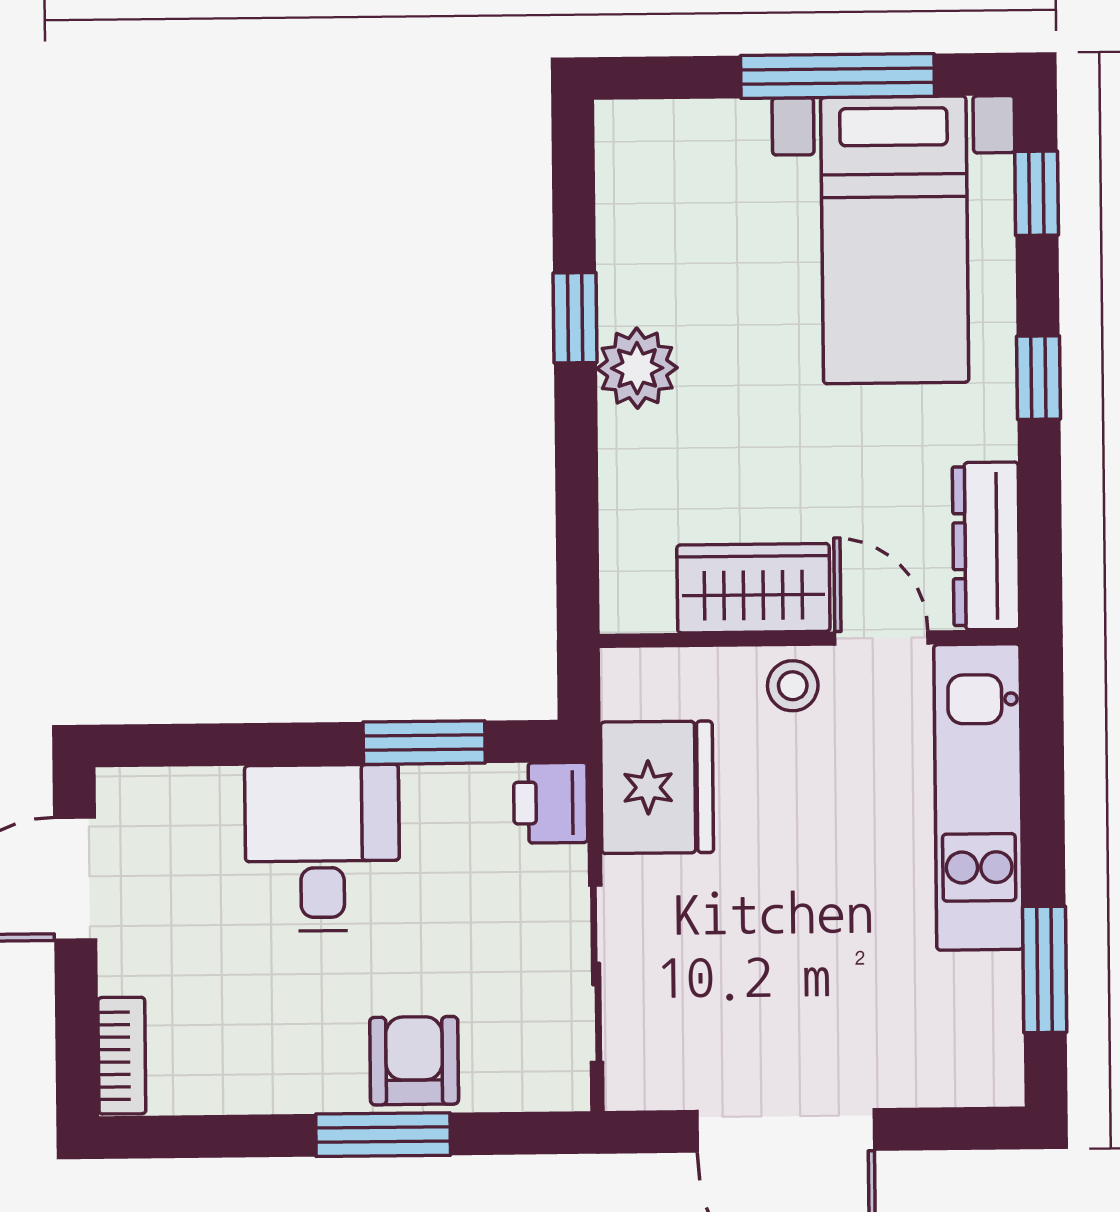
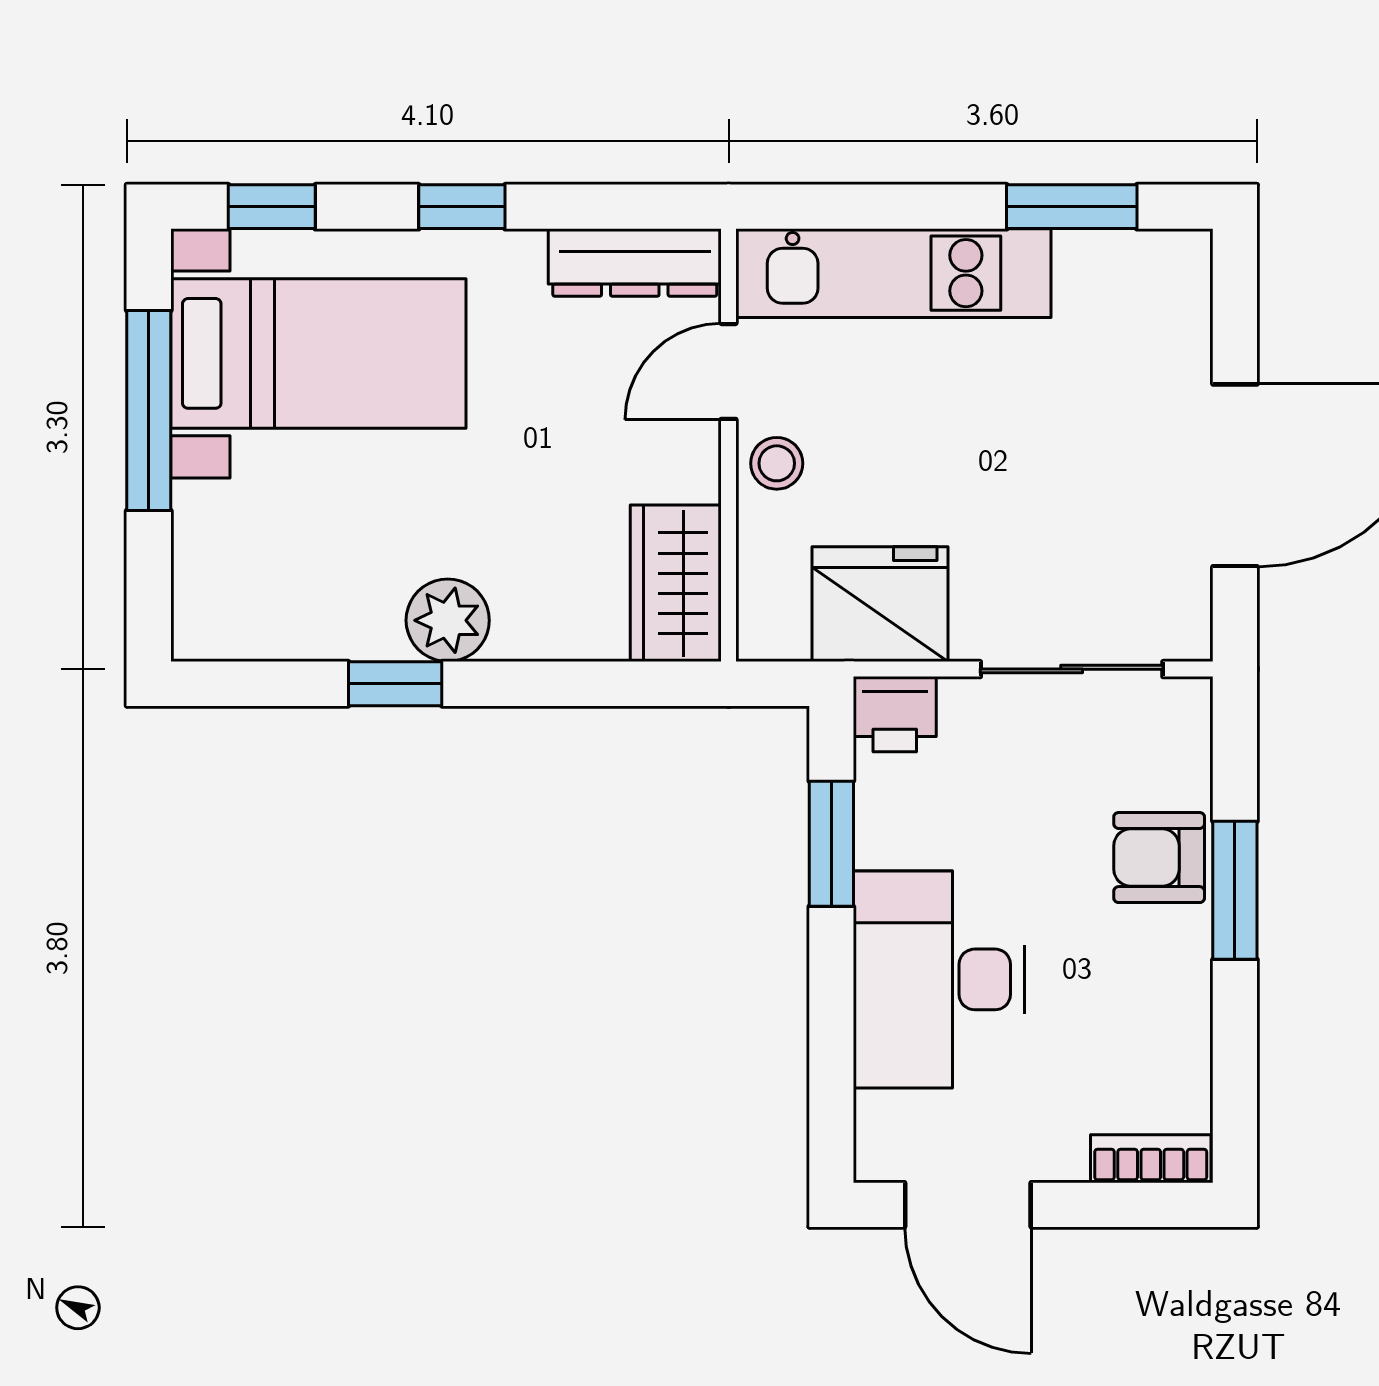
wardrobe: (753, 588) -> (676, 583), moved
desk: (322, 848) -> (939, 979), width x1.37

